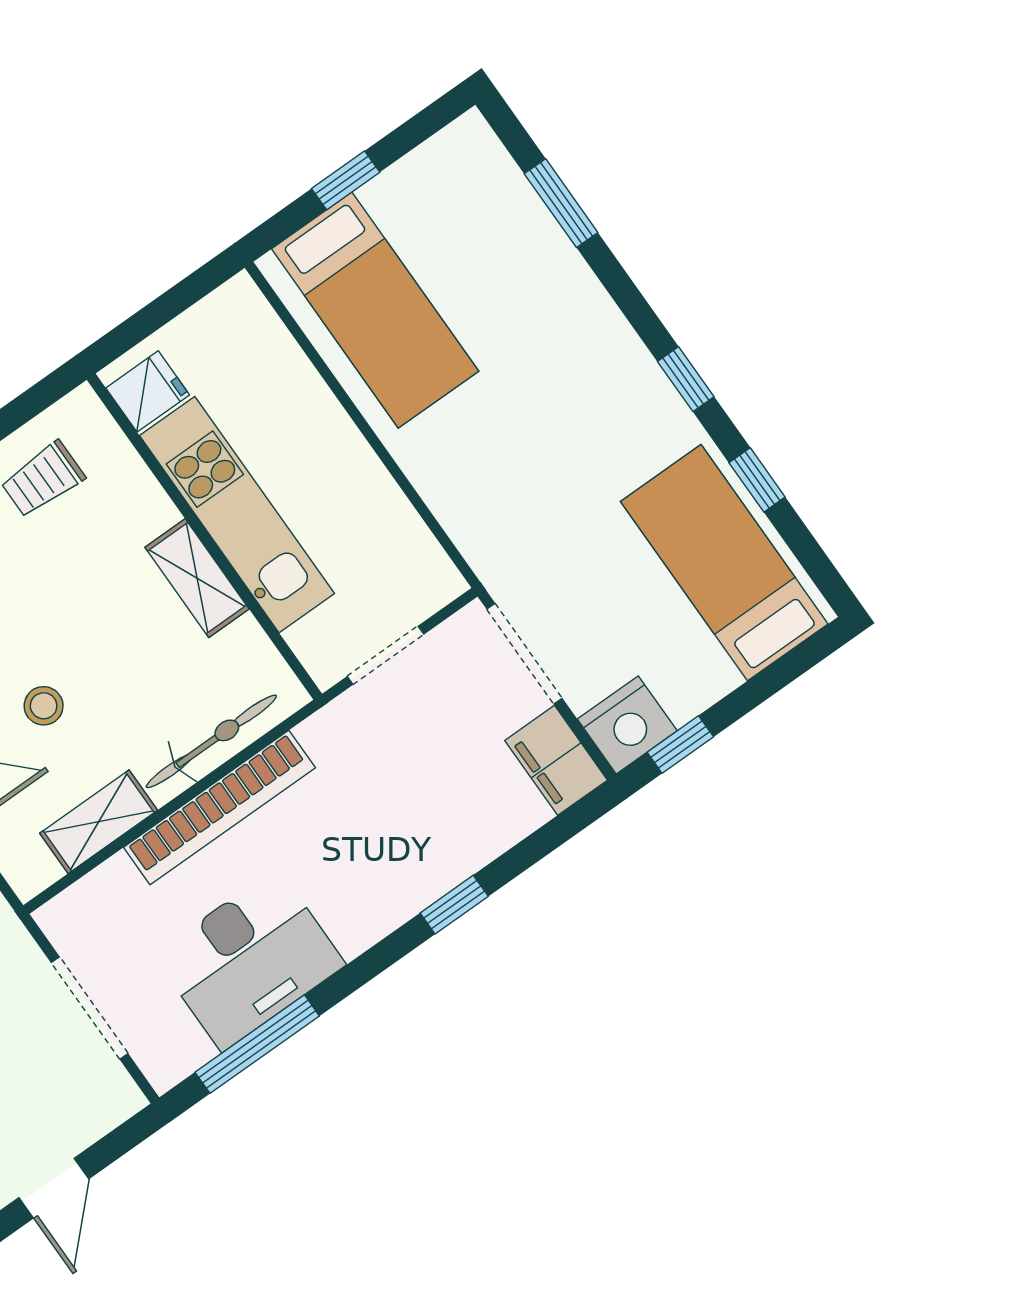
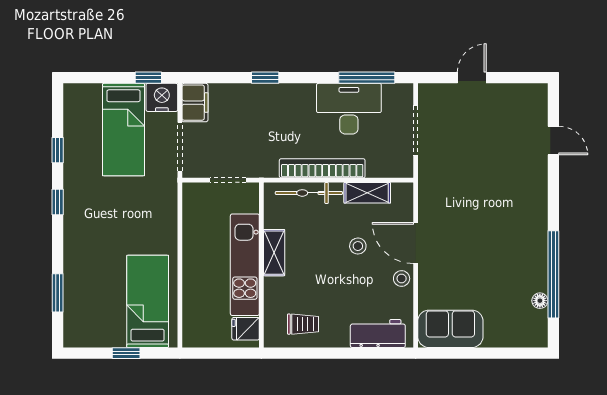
bed: (724, 563) -> (123, 130), moved

